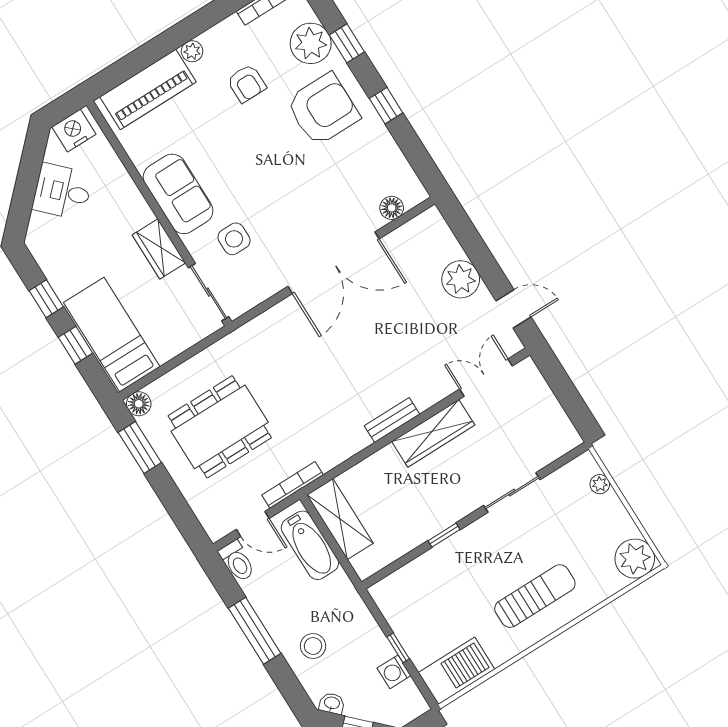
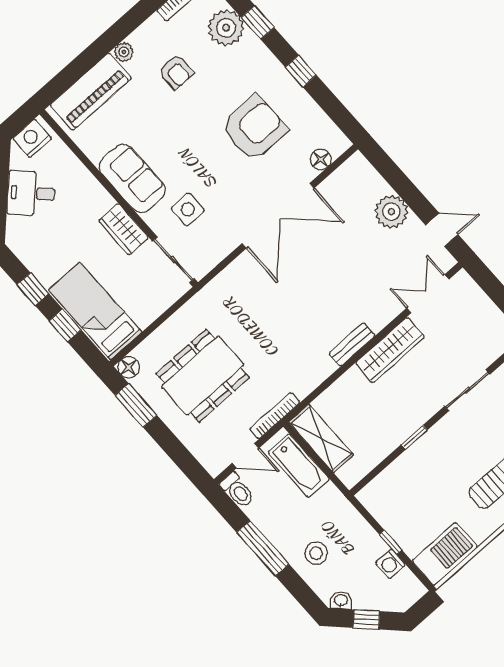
armchair: (323, 109) -> (254, 128), moved

